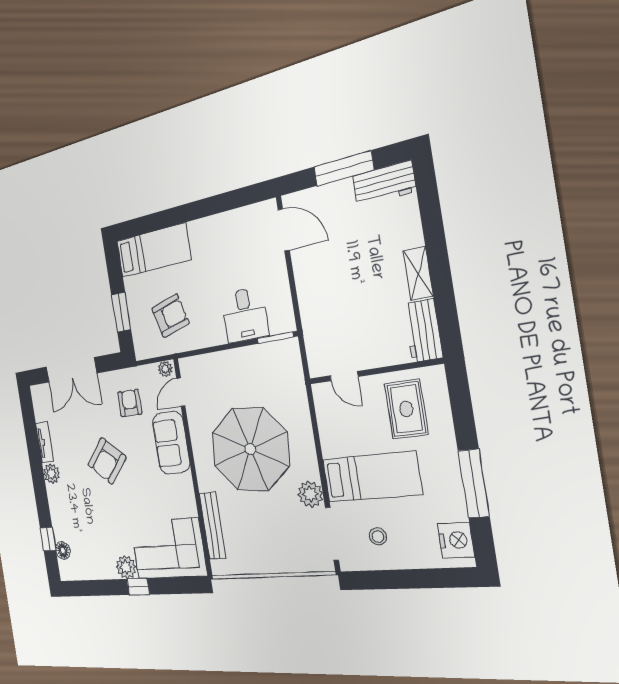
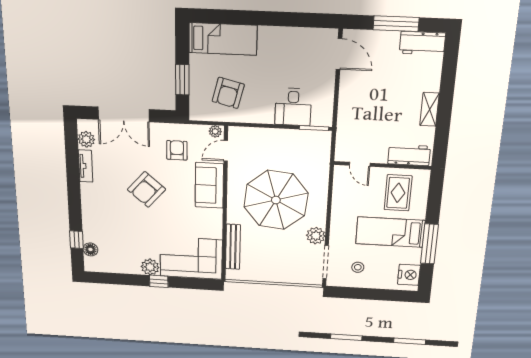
armchair: (170, 316) -> (228, 93), turned 120
workbench: (423, 331) -> (409, 155), moved, turned 90
plant: (52, 474) -> (86, 139), moved
bed: (372, 477) -> (390, 232), moved, turned 180

